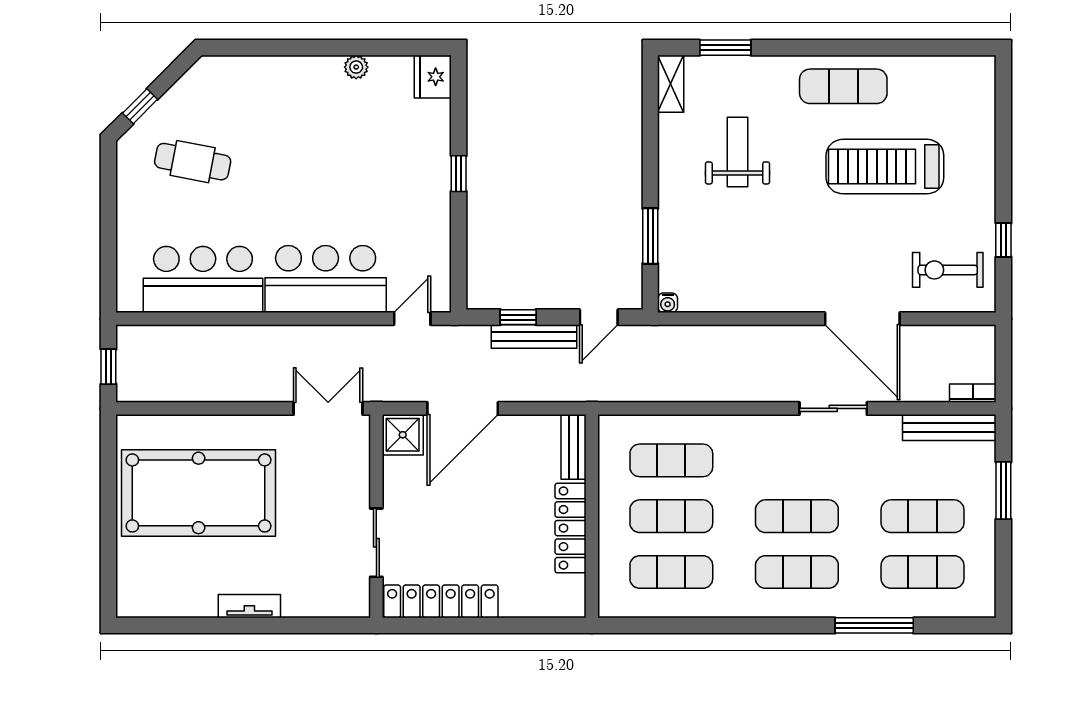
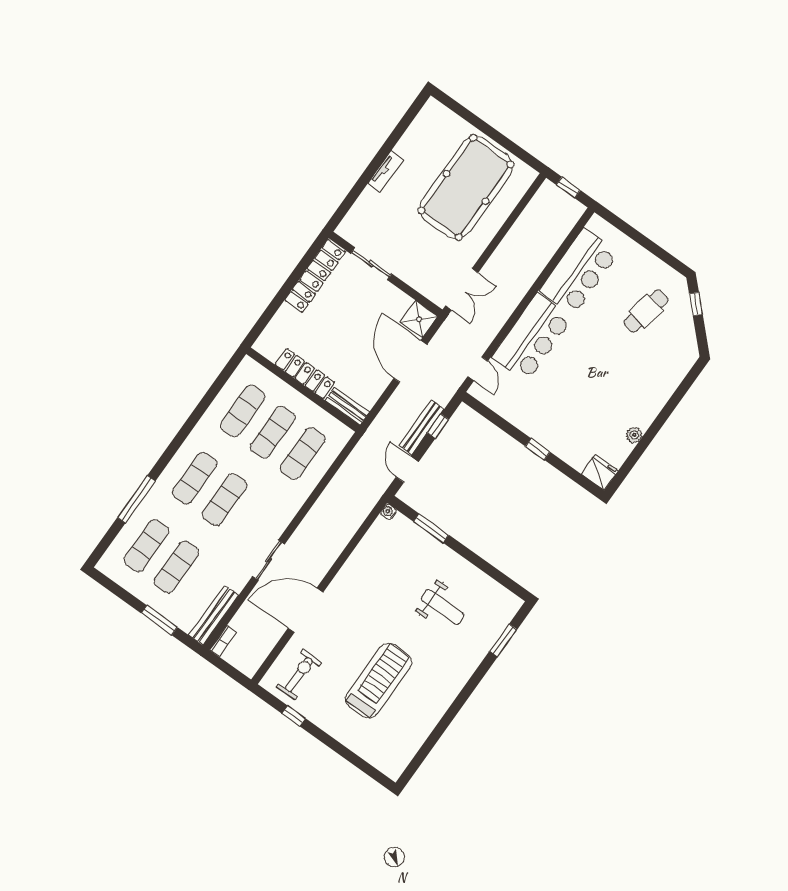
shelving: (671, 84) -> (505, 597), removed
exercise mat: (843, 86) -> (437, 689), removed

